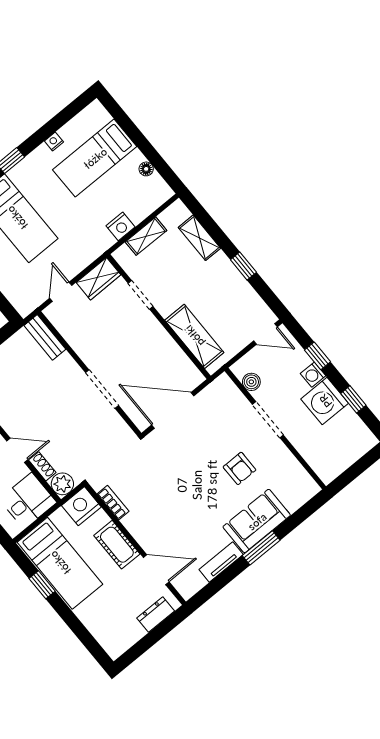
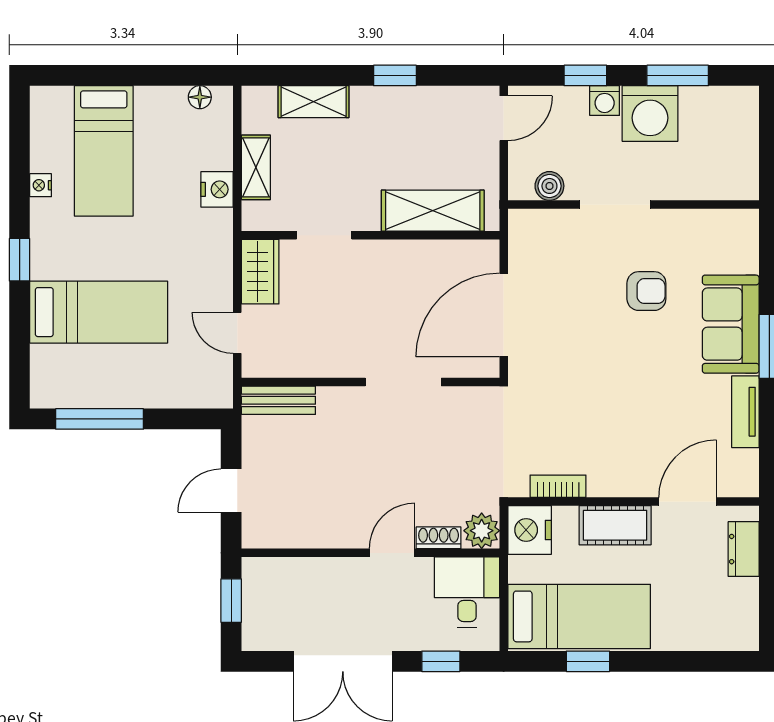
floor lamp: (146, 169) -> (200, 97), moved
window: (353, 399) -> (678, 75), width x1.50

